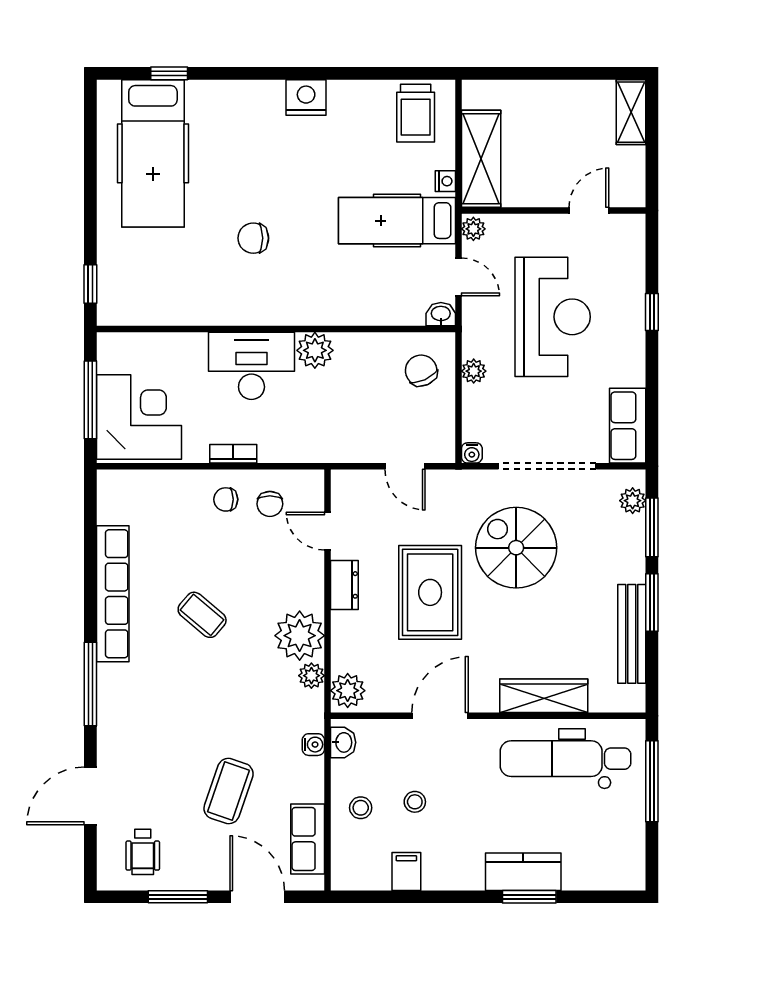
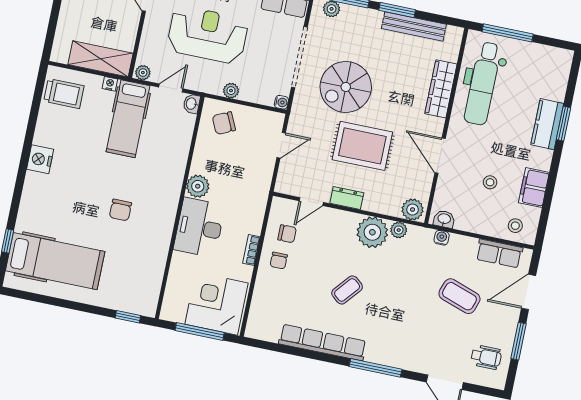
stool: (361, 808) -> (515, 226), moved
filing cabinet: (406, 871) -> (534, 188), width x2.00

